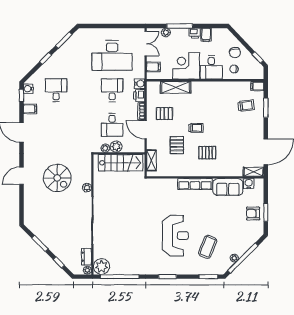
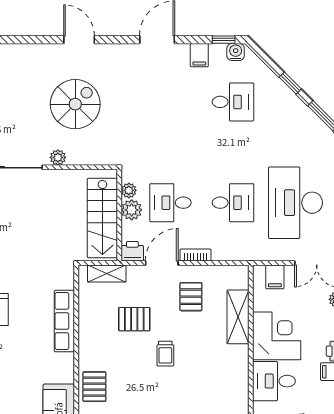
water cooler: (140, 84) -> (245, 252), removed
printer: (139, 96) -> (132, 251), moved
pallet: (207, 153) -> (94, 387), moved
spiral stairs: (57, 178) -> (75, 104), turned 180
row of seats: (195, 184) -> (64, 321), moved

